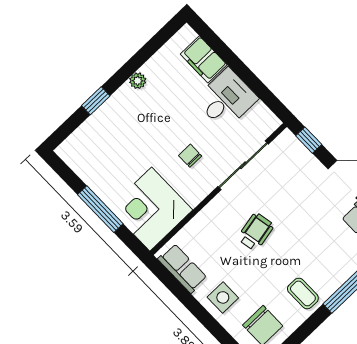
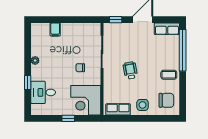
filing cabinet: (204, 59) -> (55, 29), width x0.50
desk: (226, 99) -> (43, 92), moved, turned -90
window: (100, 209) -> (68, 118), width x0.46

